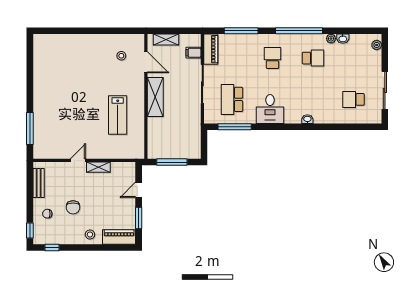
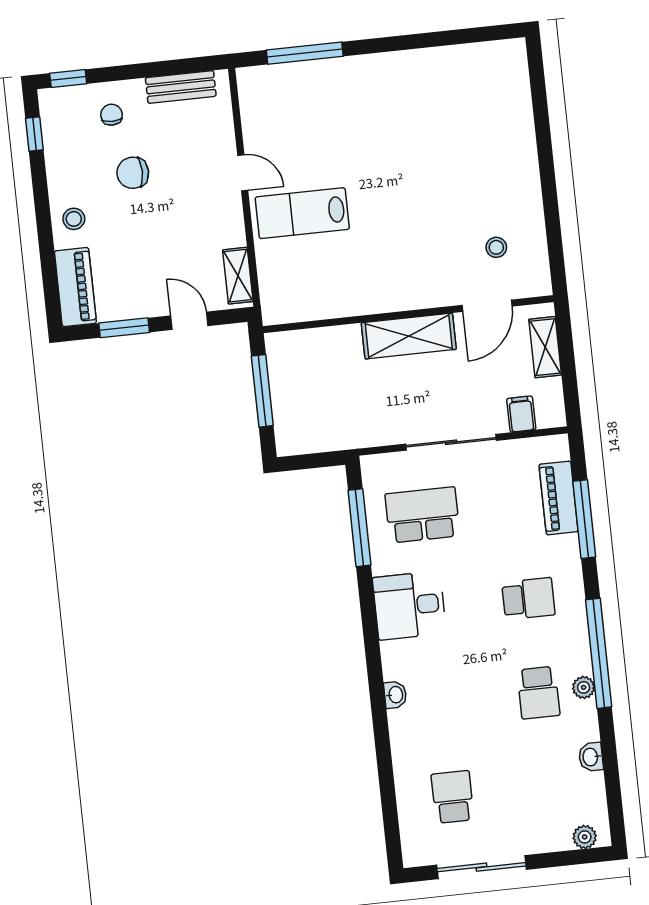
plant: (331, 39) -> (584, 687), moved
piano: (211, 49) -> (559, 498), moved, turned 90
lab bench: (118, 115) -> (302, 213), moved
shelving: (98, 167) -> (238, 276), moved

